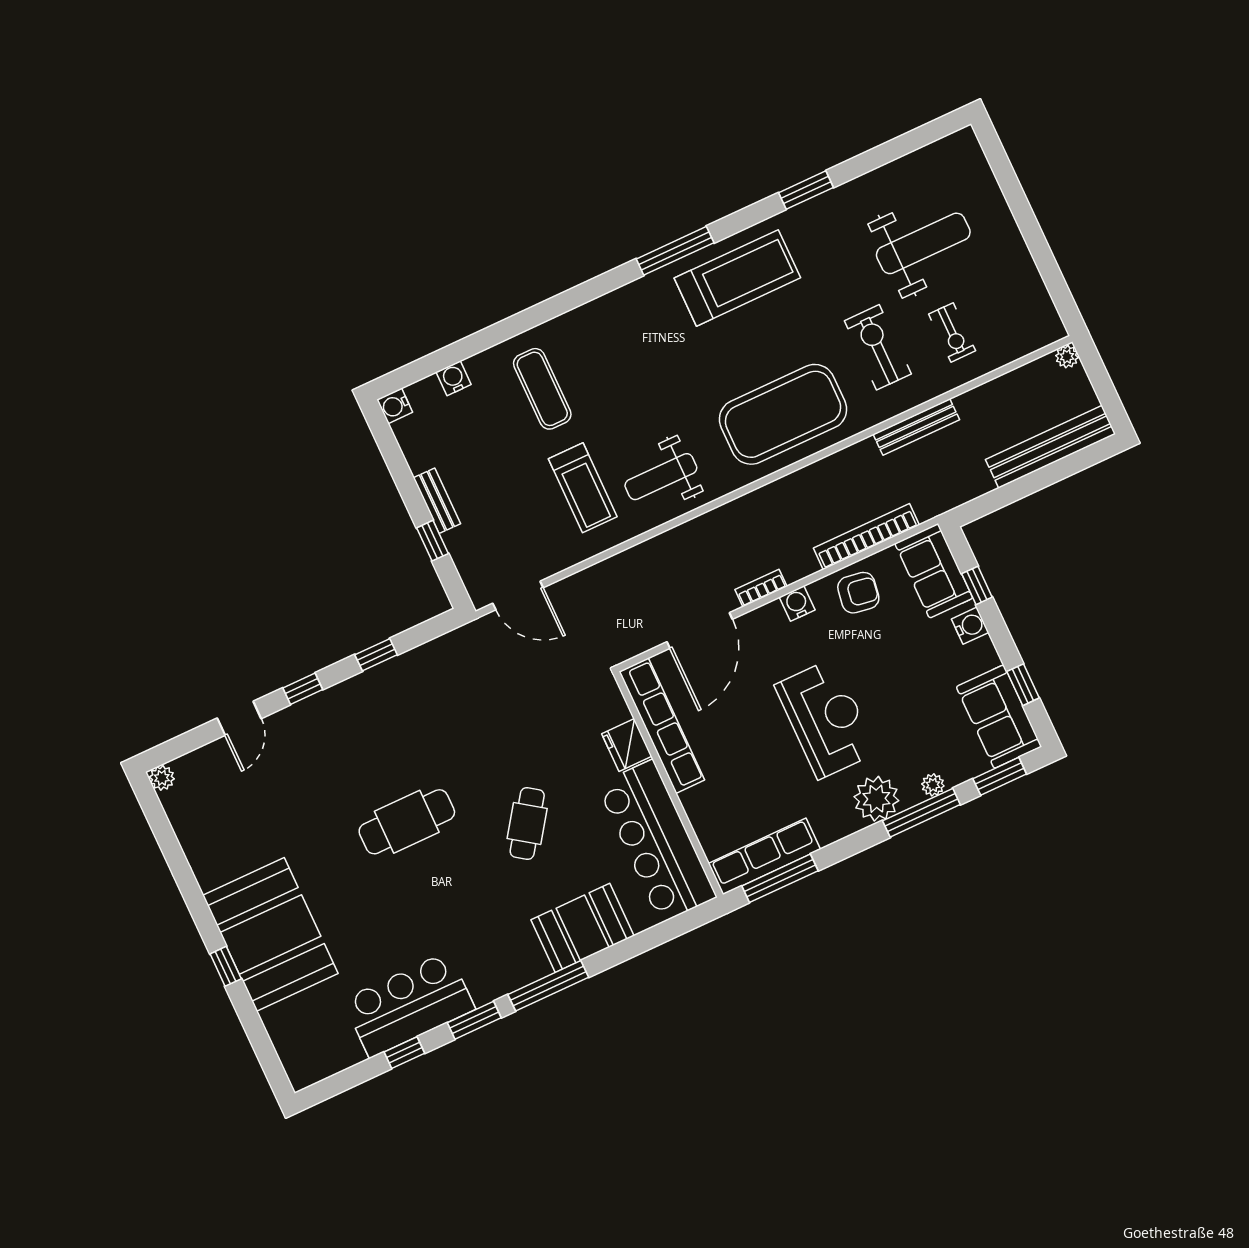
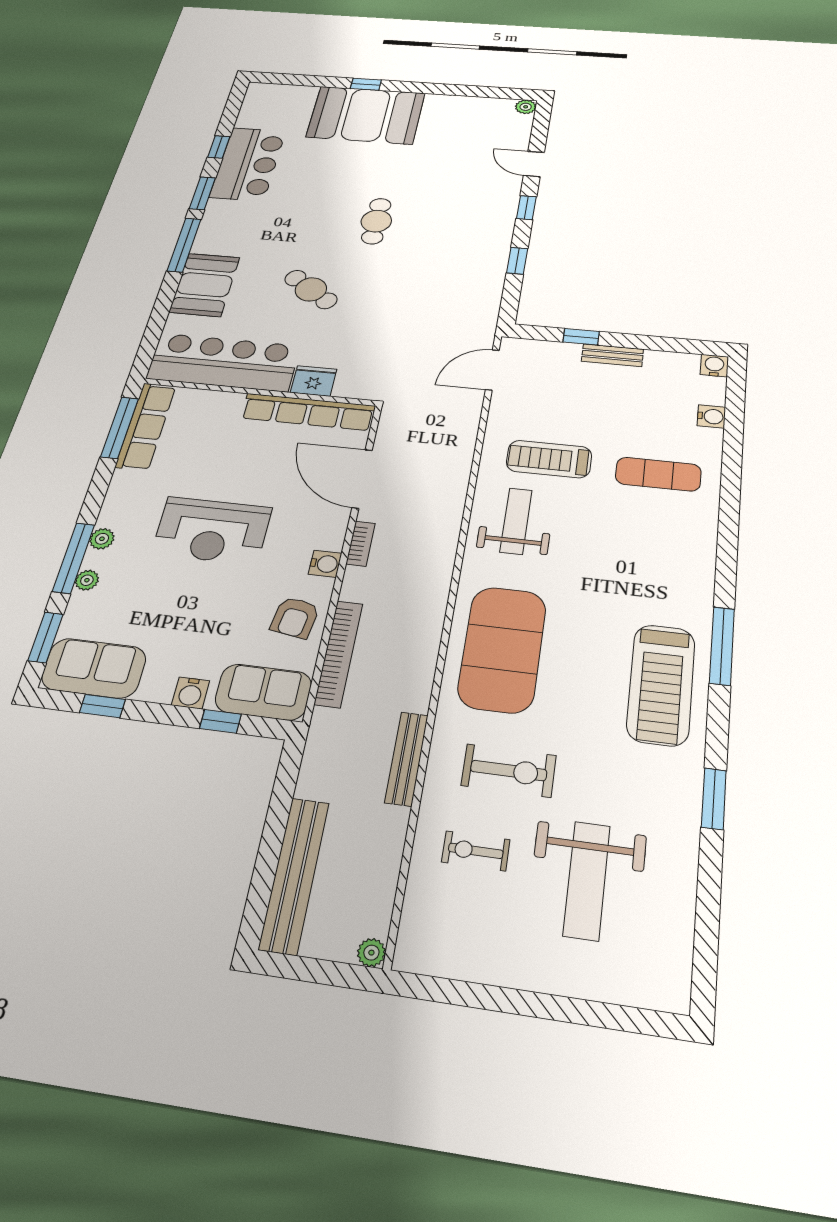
plant: (876, 799) -> (102, 539), width x0.53, depth x0.53
cafe table: (407, 822) -> (376, 221), width x0.73, depth x0.74

